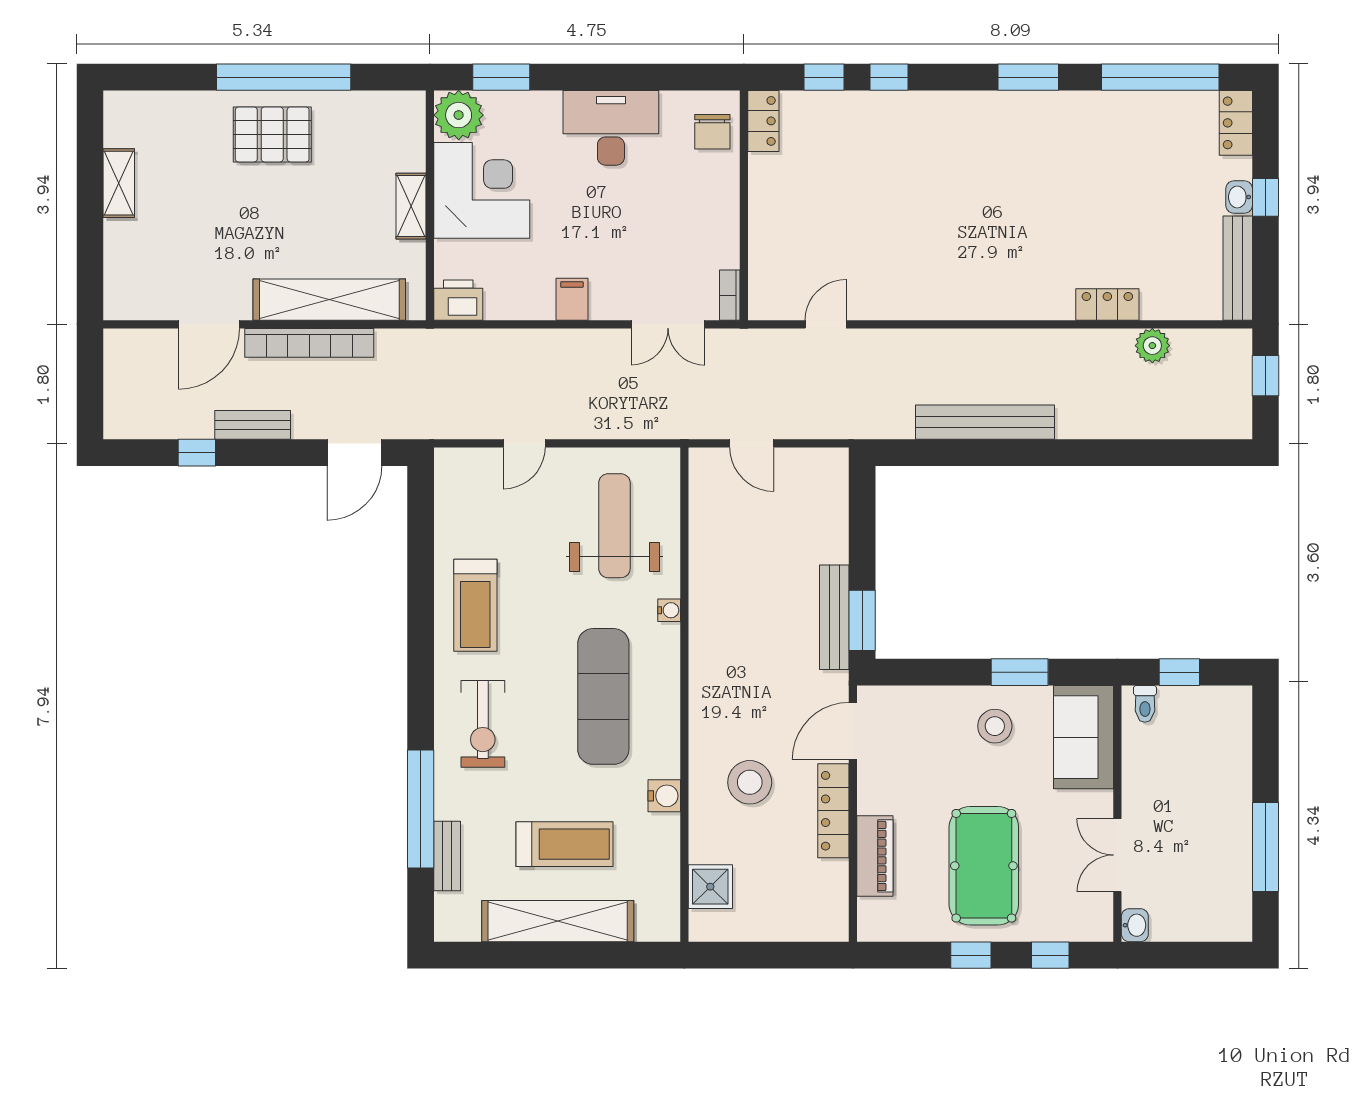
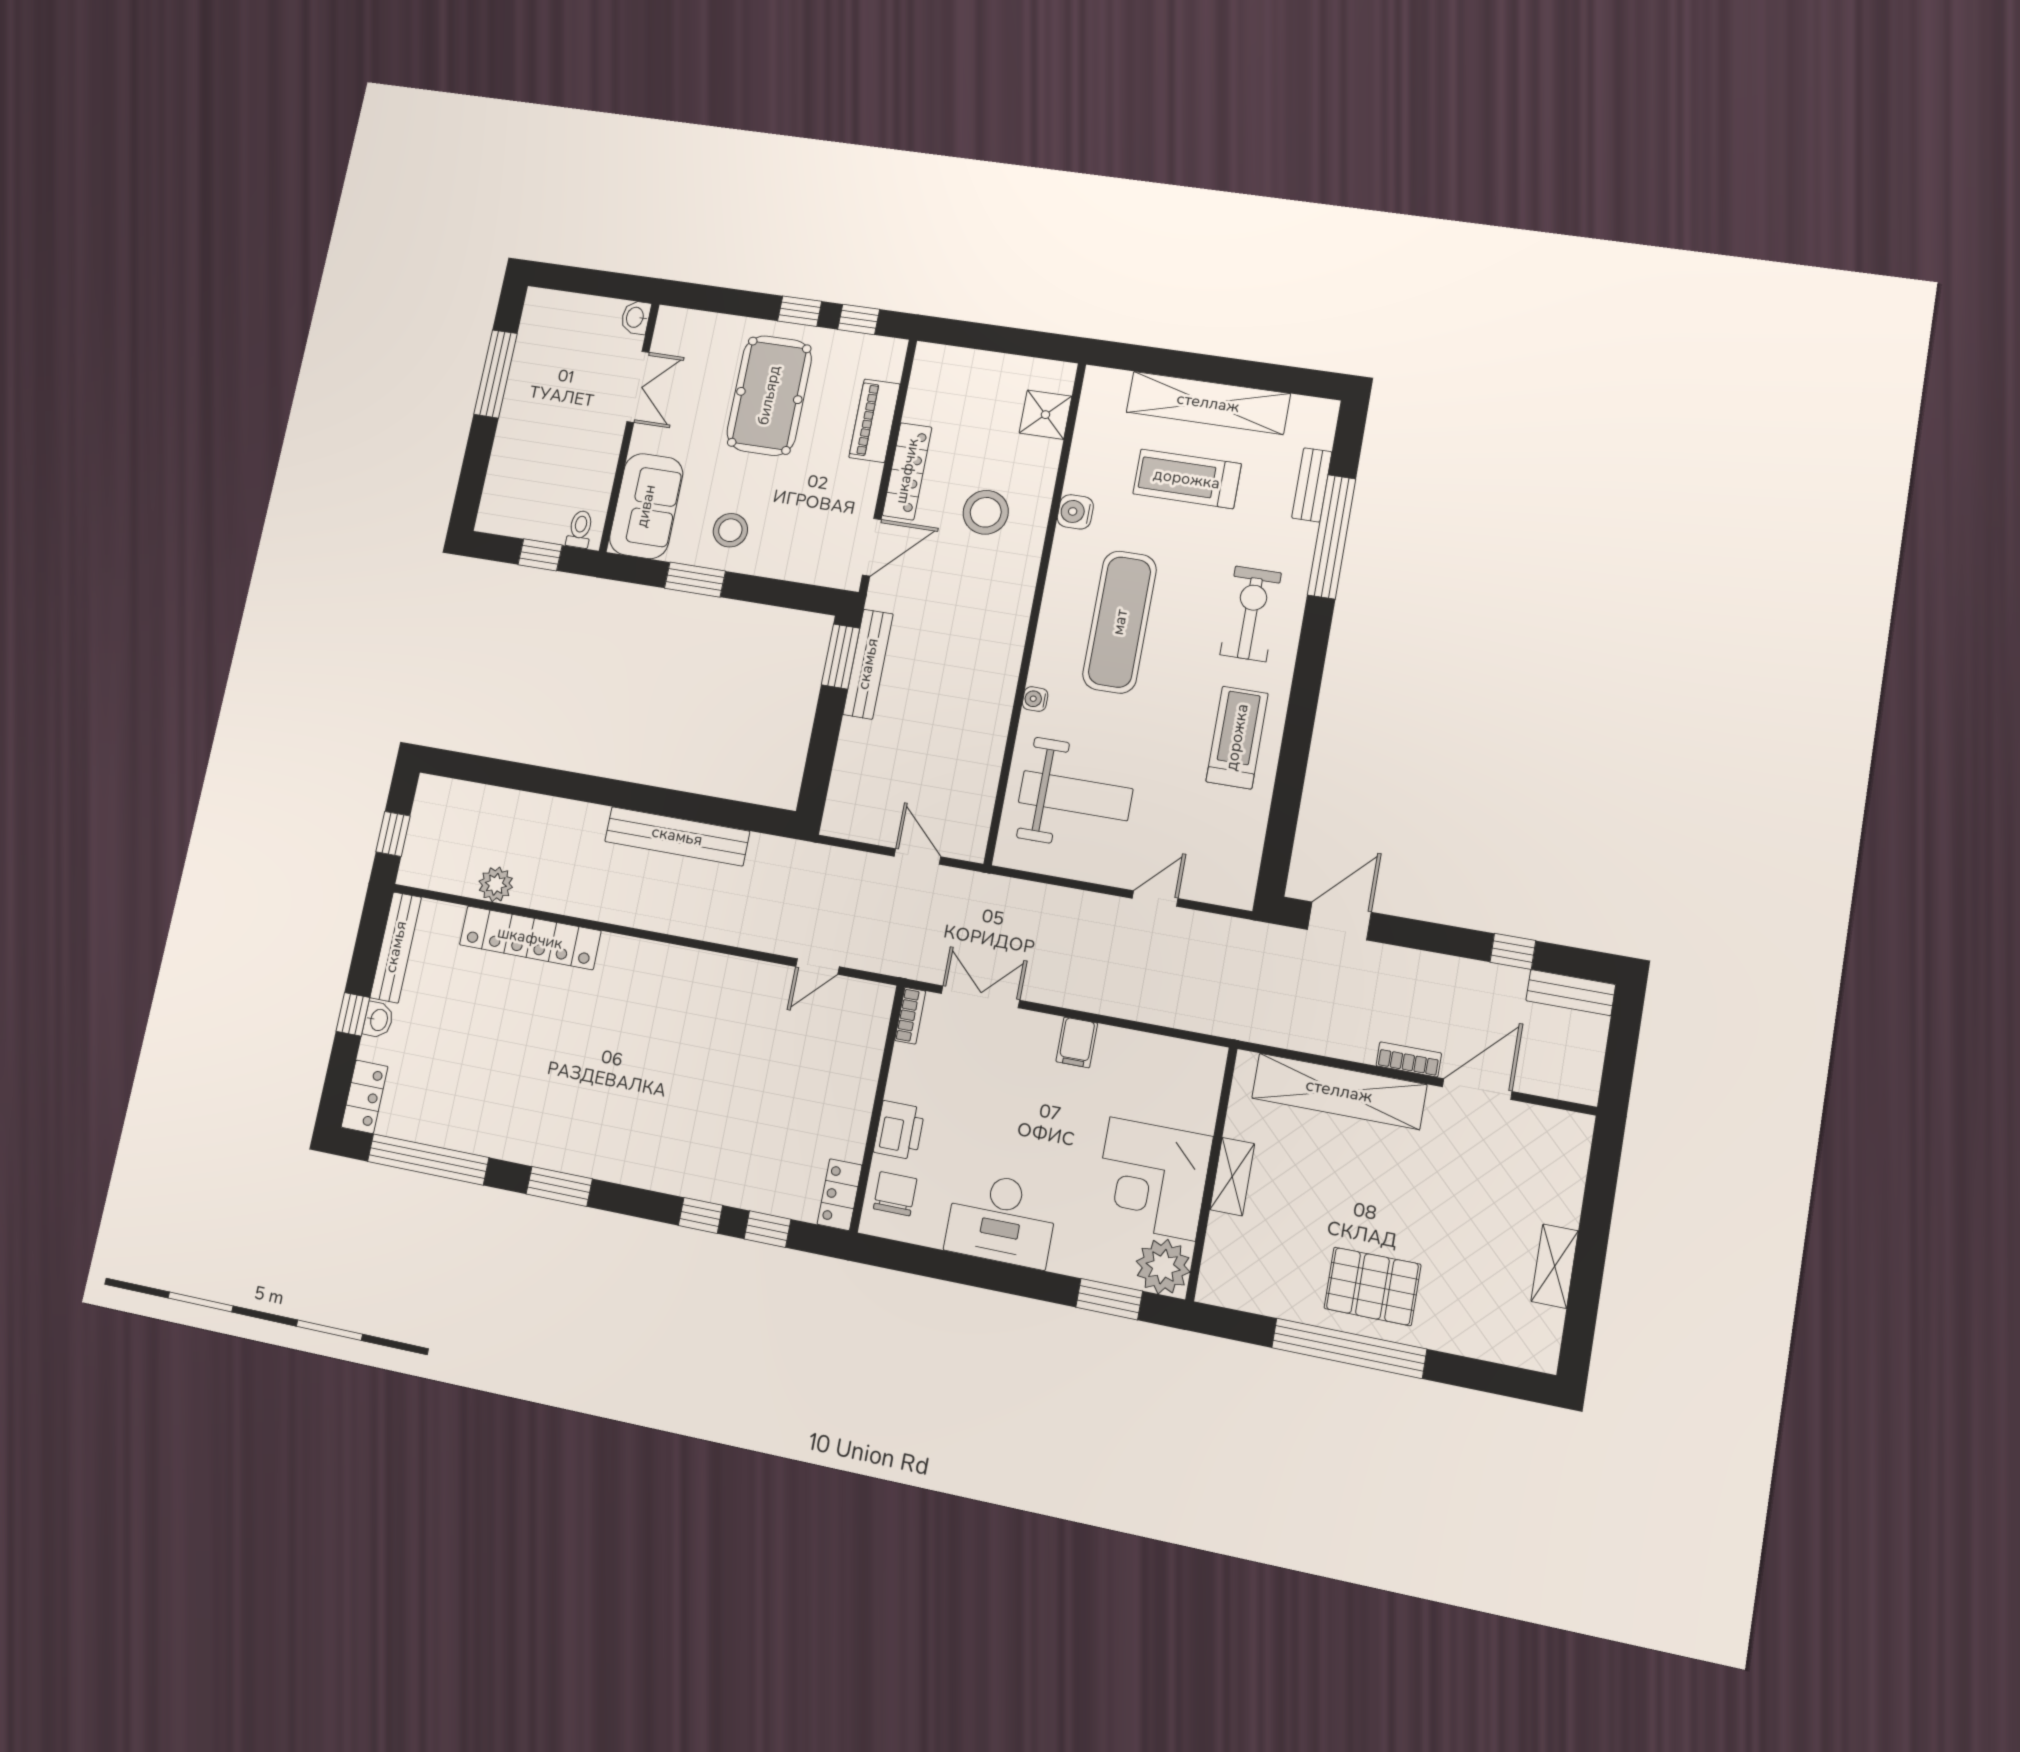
printer: (458, 300) -> (899, 1130), moved, turned -90
locker: (1107, 304) -> (530, 938), width x2.16, depth x1.21
bookcase: (309, 343) -> (1409, 1059), width x0.43, depth x0.76
bench: (253, 425) -> (1571, 993), moved
weight bench: (614, 526) -> (1076, 796), turned -90
window: (1050, 955) -> (859, 319), moved

